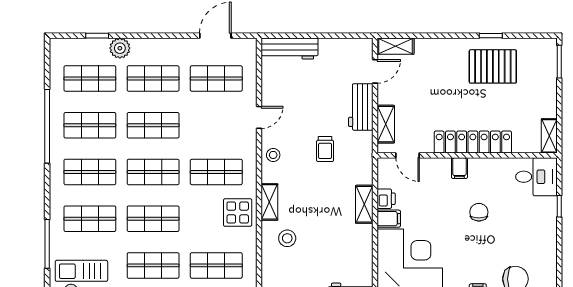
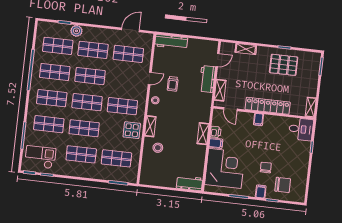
shelving: (396, 46) -> (246, 49), moved
trolley: (325, 149) -> (173, 84), moved
chair: (479, 212) -> (266, 168), moved

